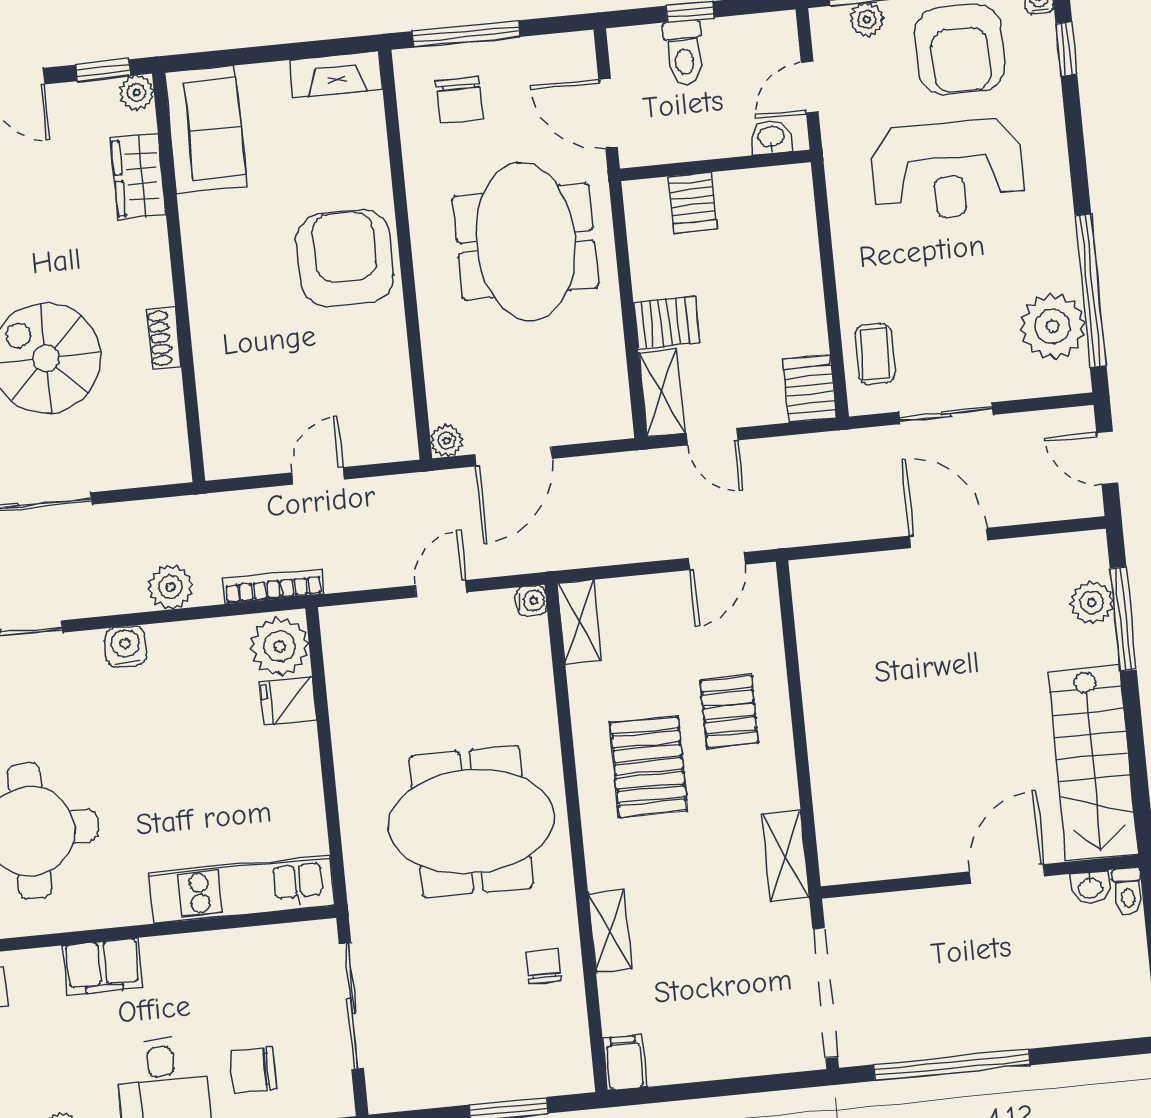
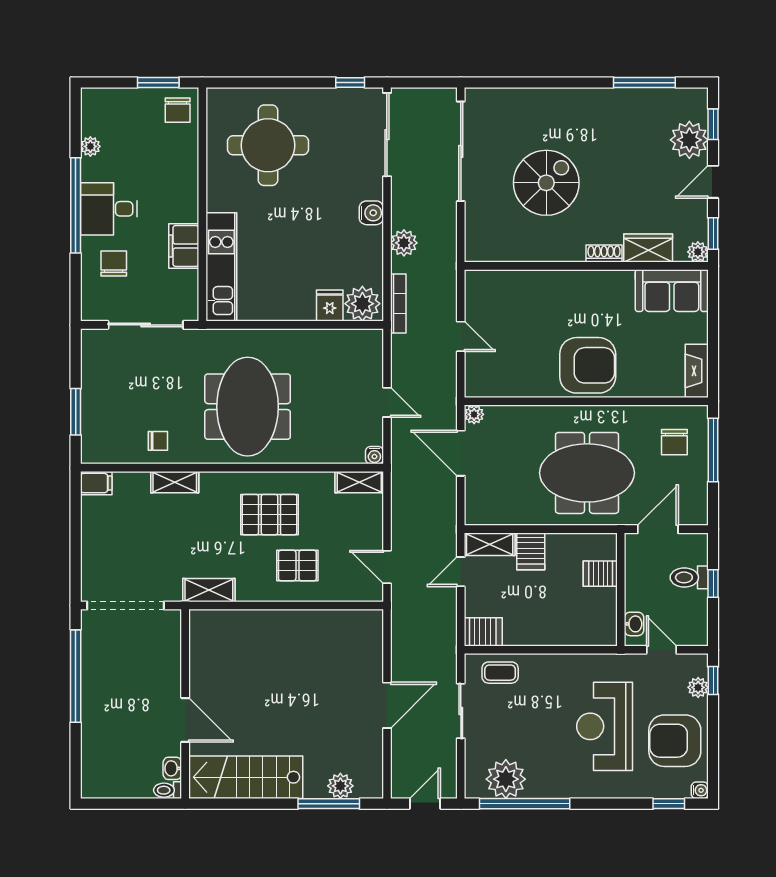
chair: (459, 100) -> (674, 442), turned -90
shoe rack: (164, 338) -> (604, 254), moved
filing cabinet: (102, 967) -> (184, 246), moved

